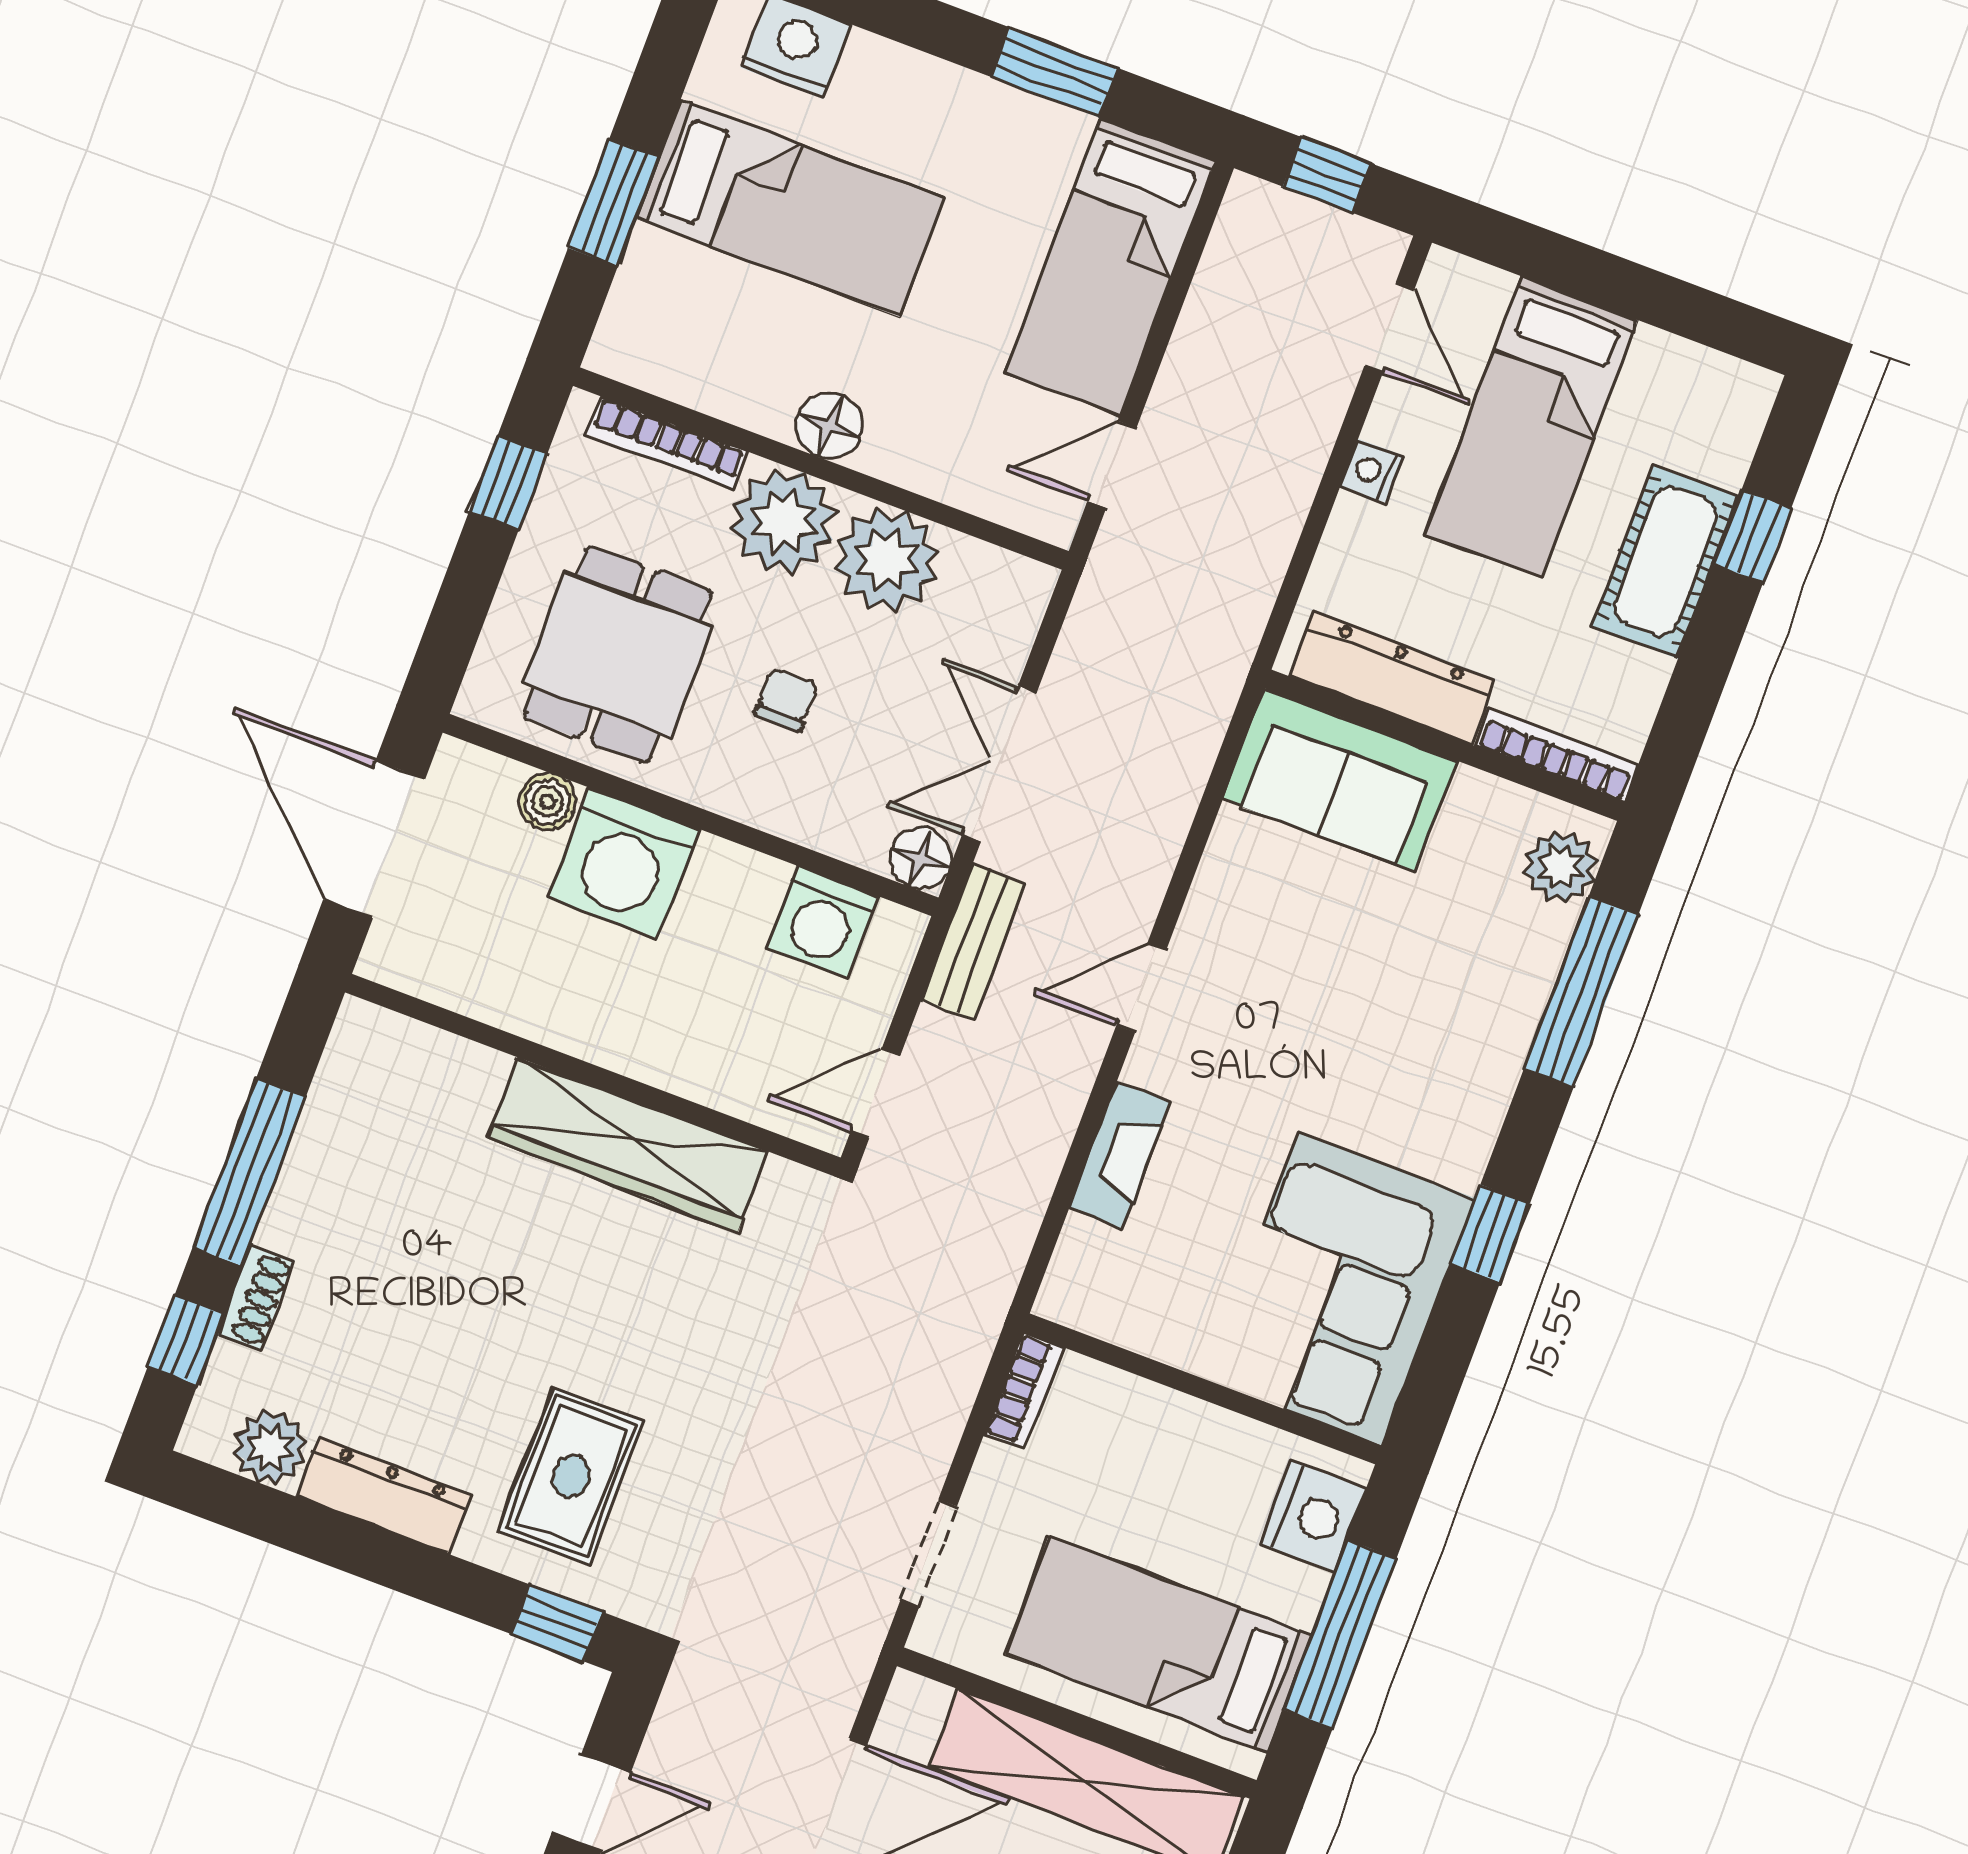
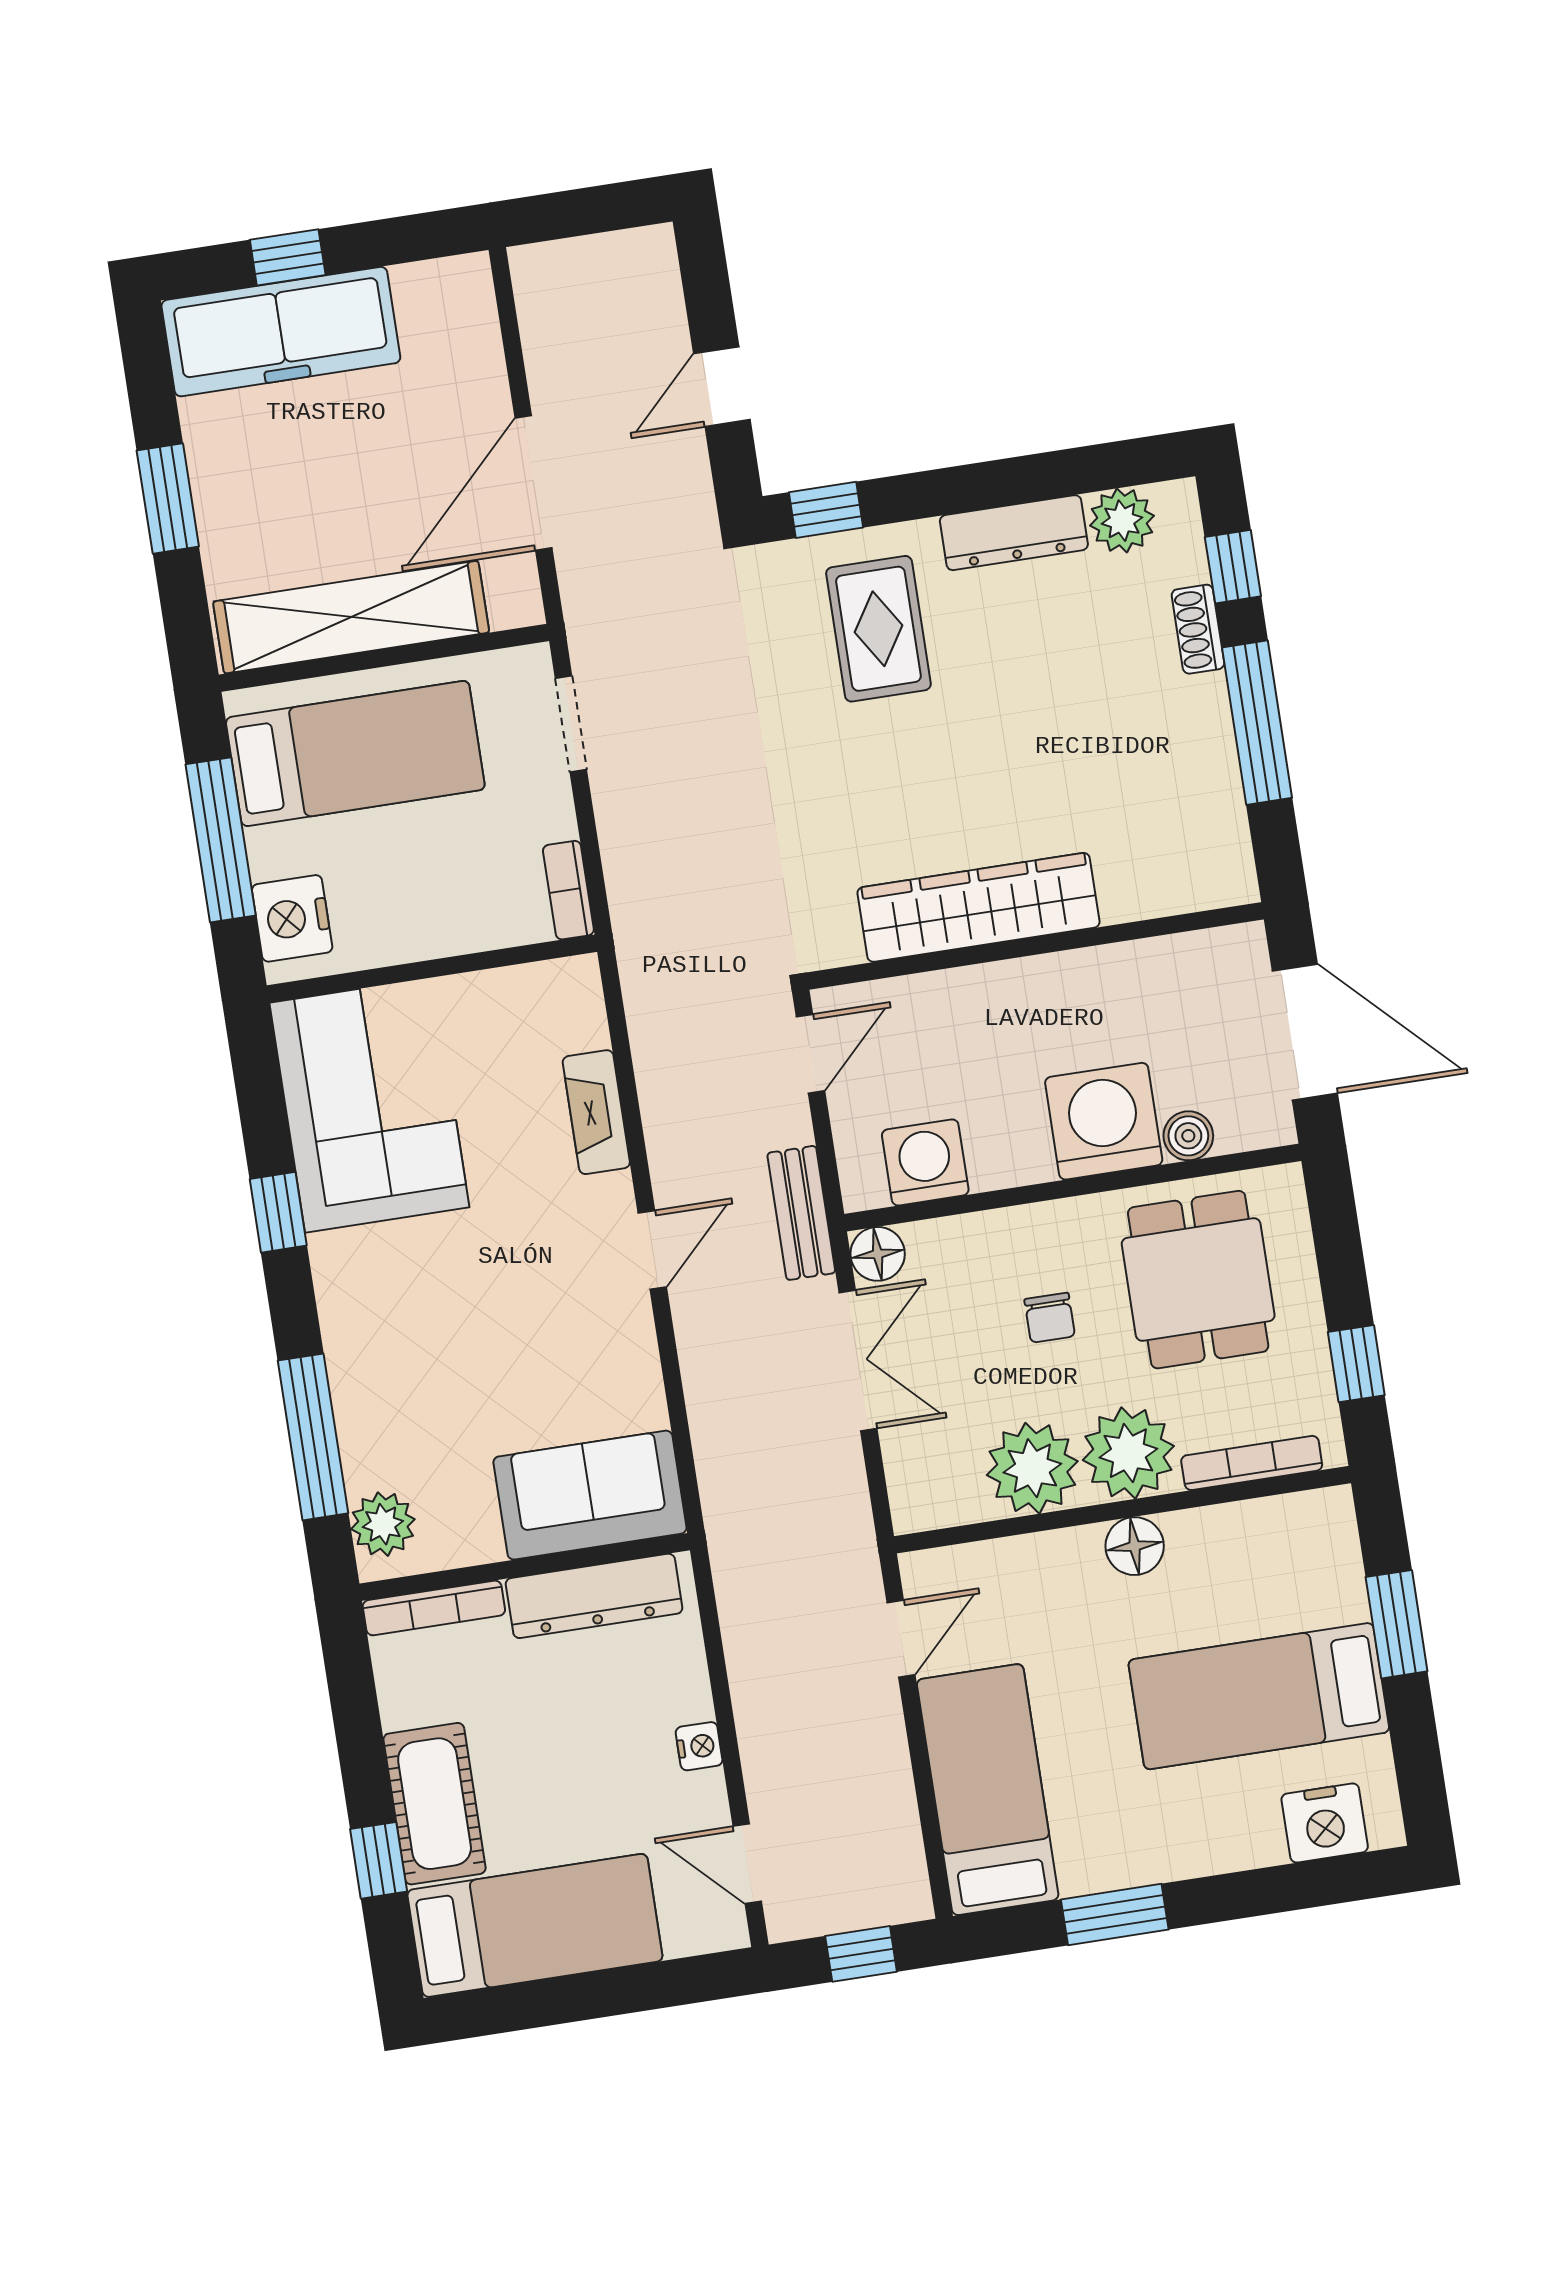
bed: (1531, 427) -> (535, 1925), moved, turned 90

